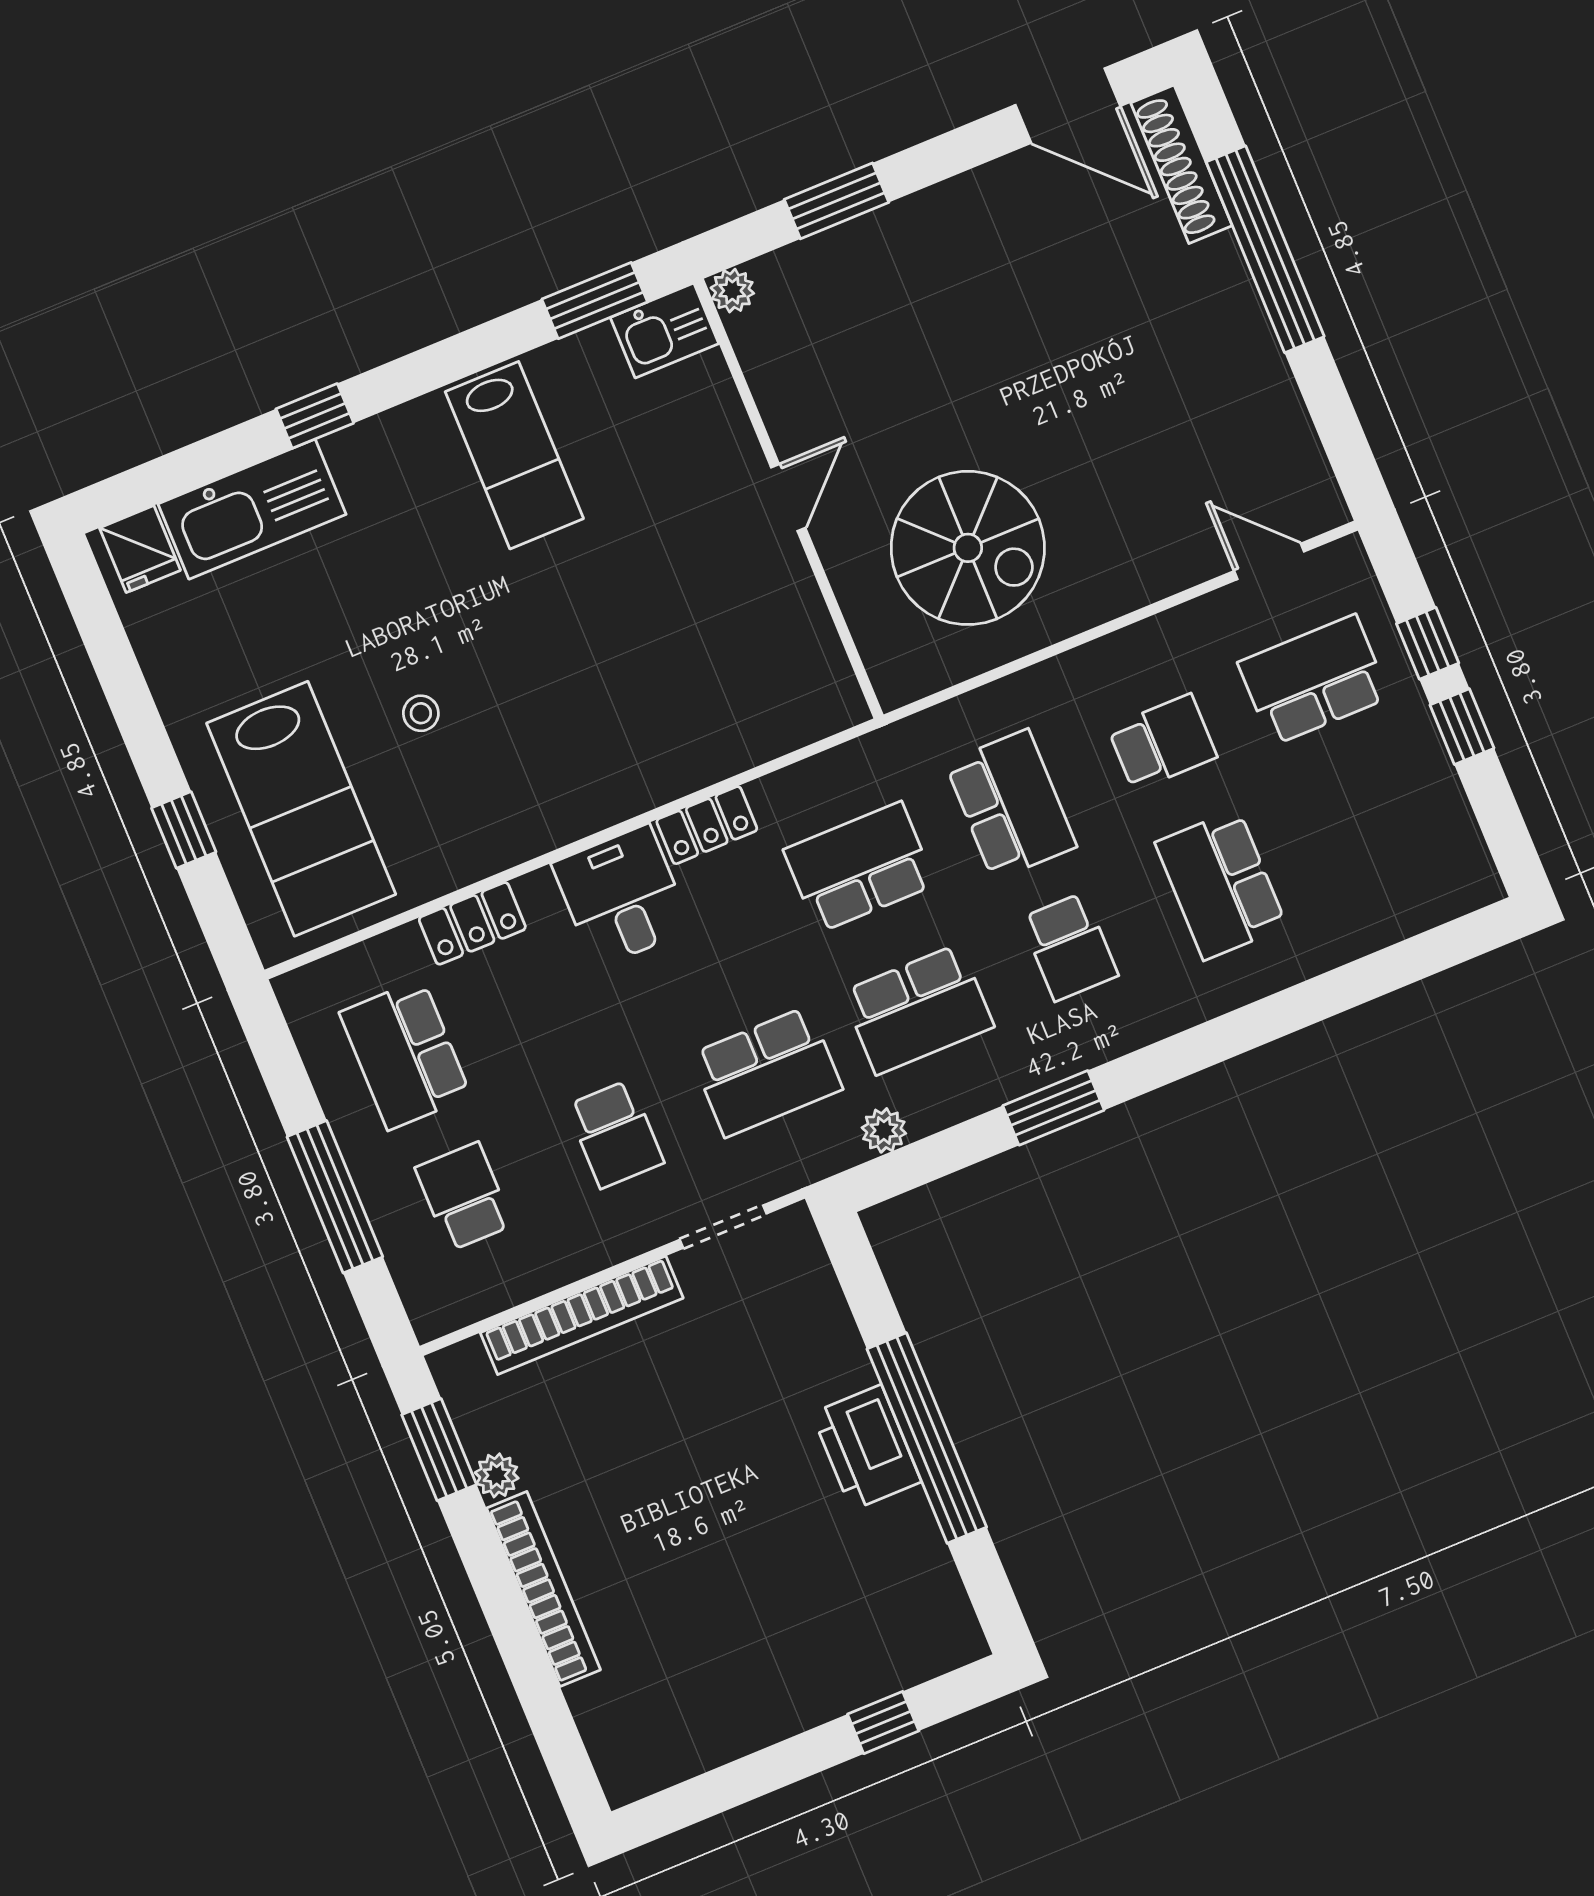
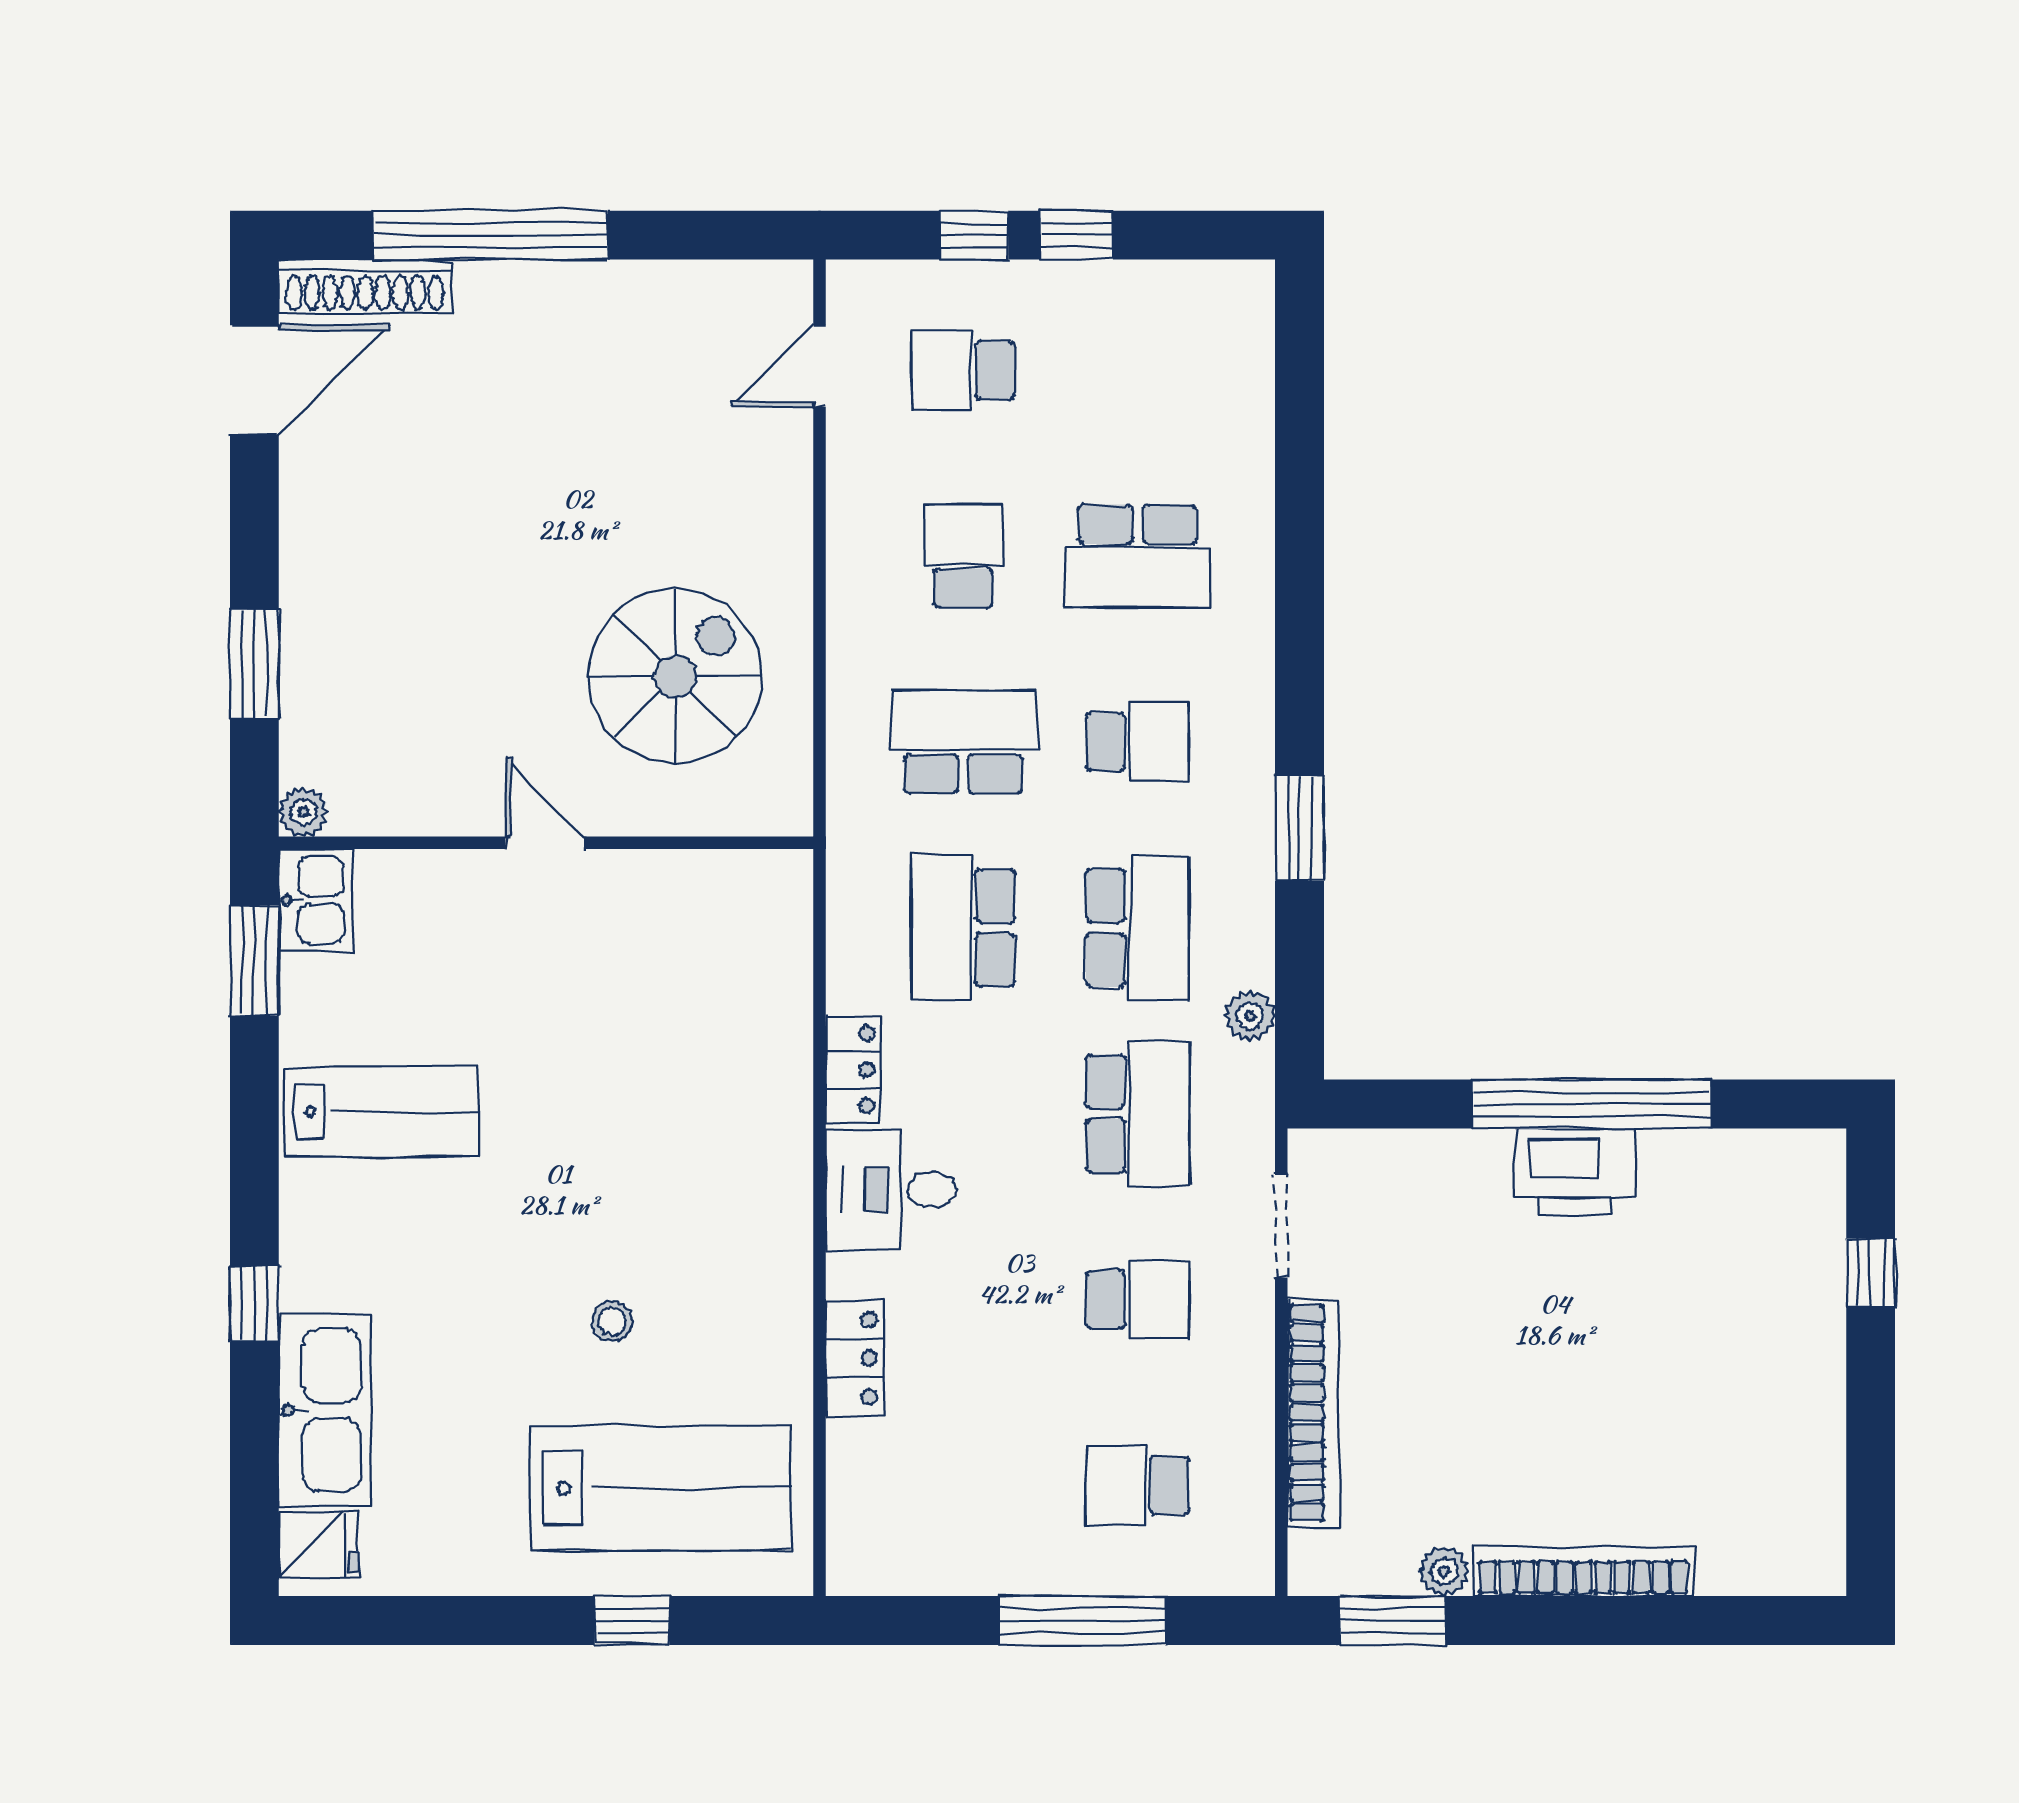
school desk: (1314, 680) -> (963, 370), width x0.54
school desk: (405, 1054) -> (963, 1485), removed

